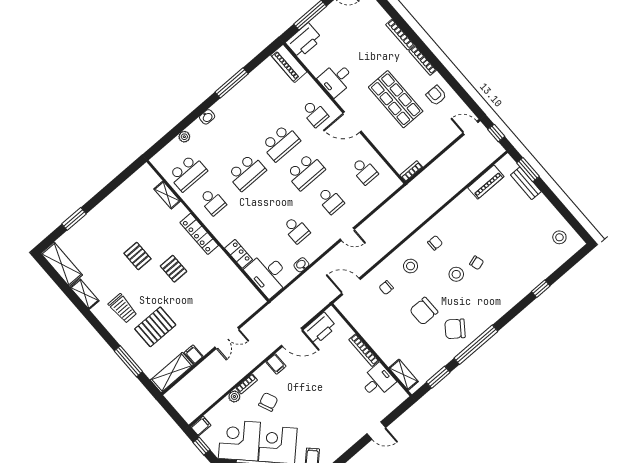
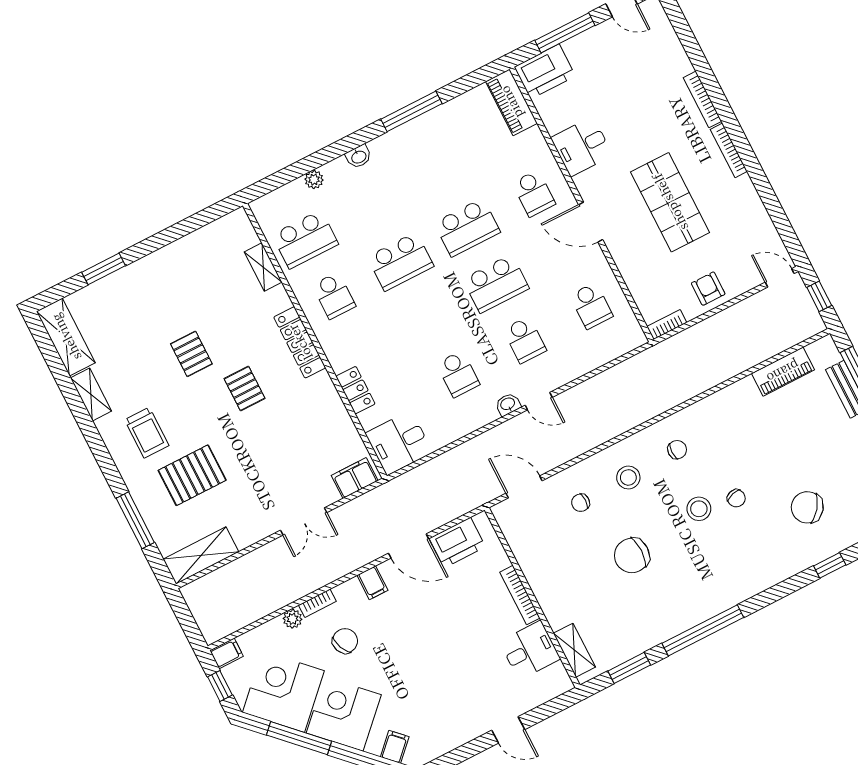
armchair: (436, 95) -> (708, 289), moved
washbasin: (301, 265) -> (508, 404), moved
desk: (268, 274) -> (399, 443), width x0.73
chair: (455, 329) -> (807, 507), moved
filing cabinet: (194, 355) -> (355, 478), moved, width x2.00

